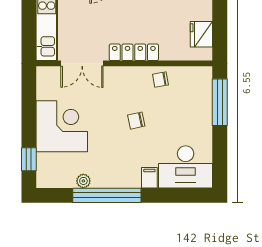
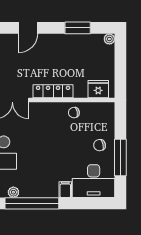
fridge: (201, 34) -> (98, 89), moved, turned 90
window: (220, 102) -> (120, 158), moved
chair: (136, 121) -> (100, 145), moved

